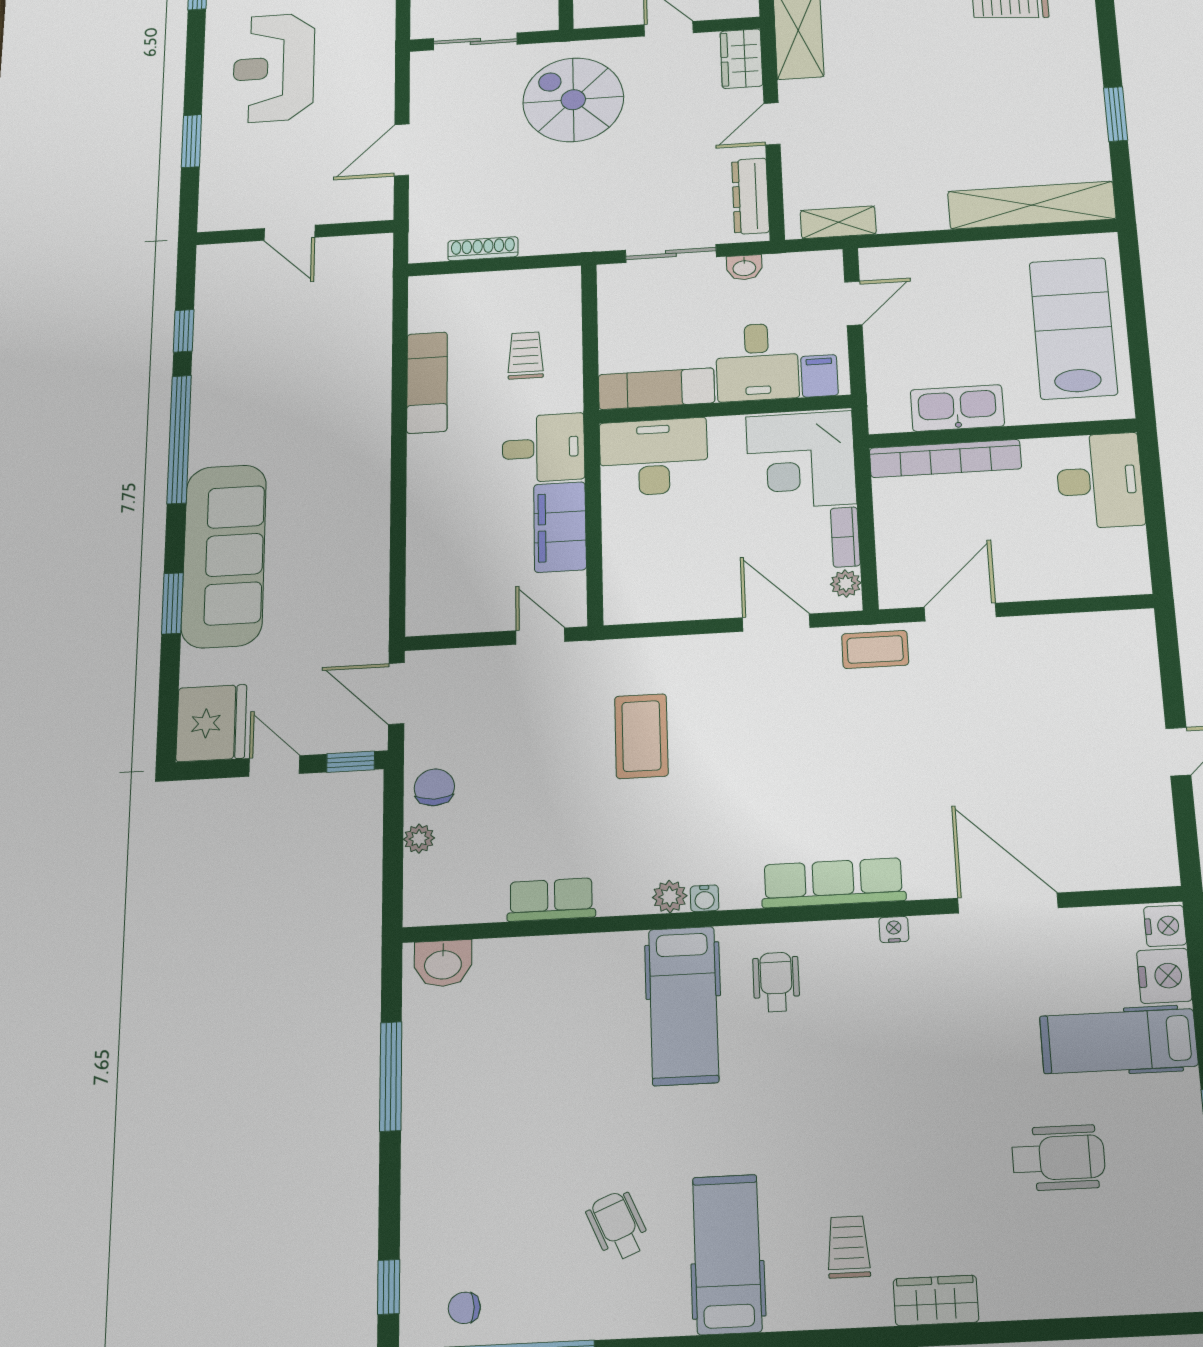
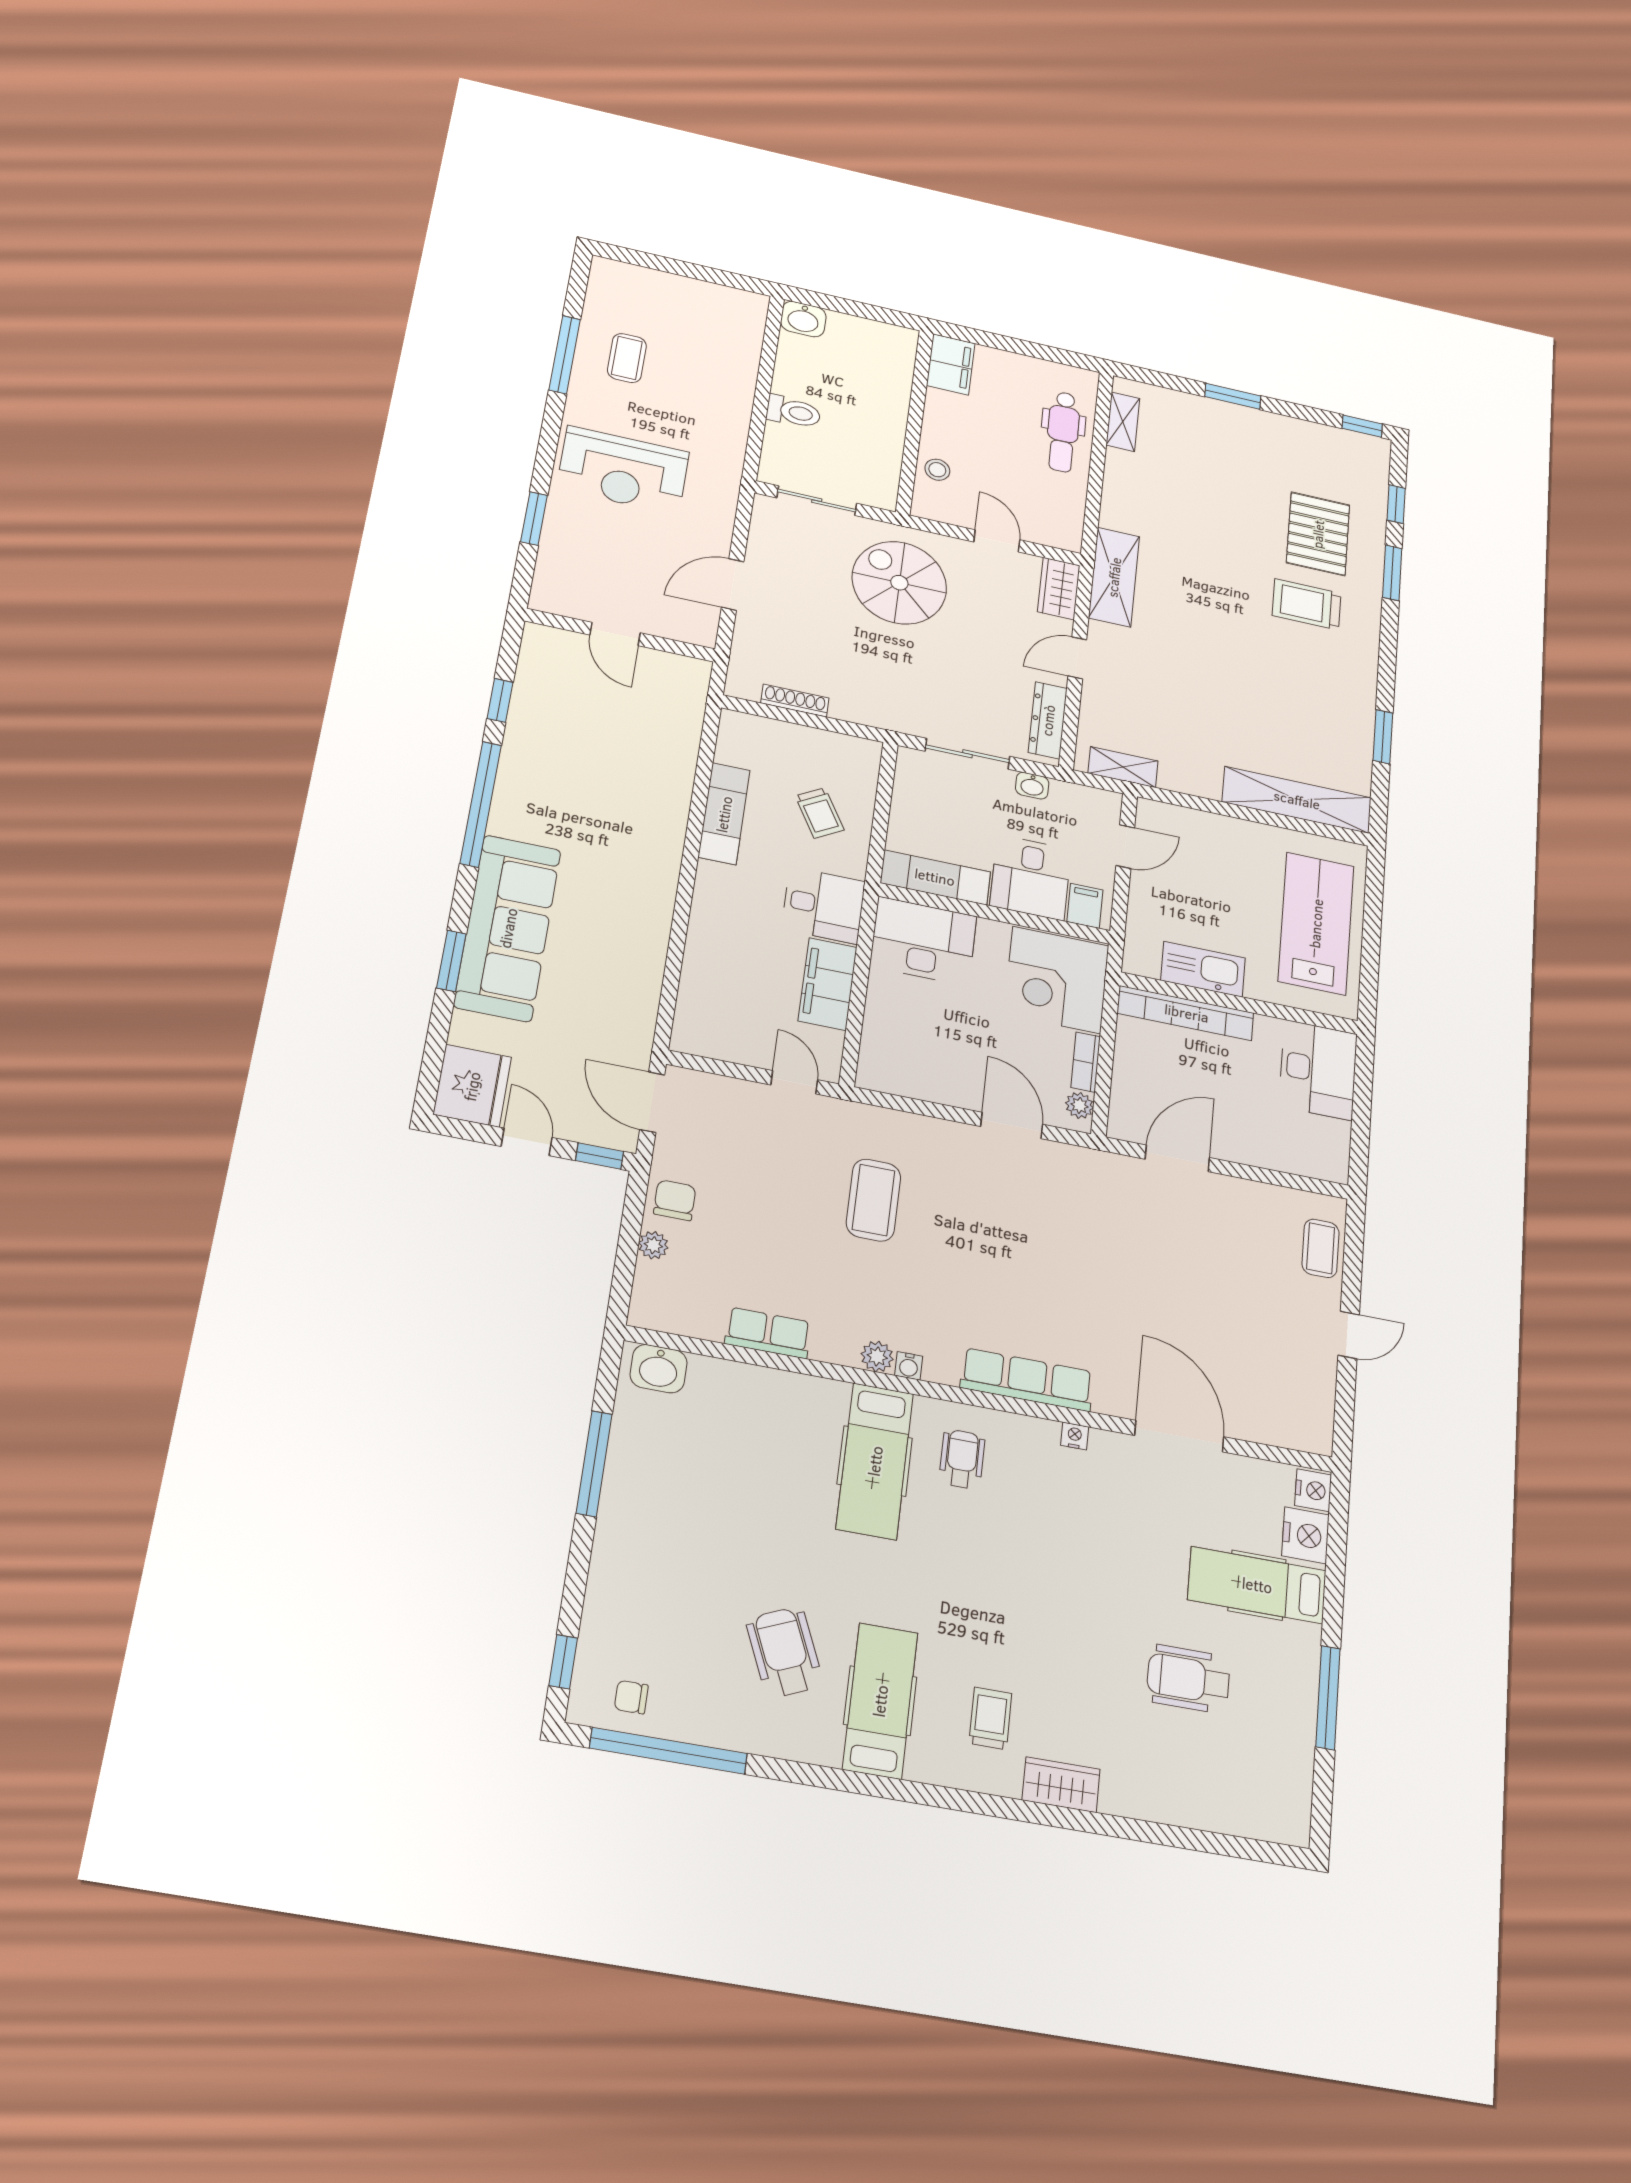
reception desk: (274, 68) -> (623, 470), turned -90
trolley: (526, 355) -> (820, 813), turned 150
coffee table: (875, 649) -> (1321, 1248), moved, turned 90
wheelchair: (1058, 1158) -> (1188, 1679), turned 180
wheelchair: (618, 1226) -> (785, 1652), width x1.36, depth x1.37

